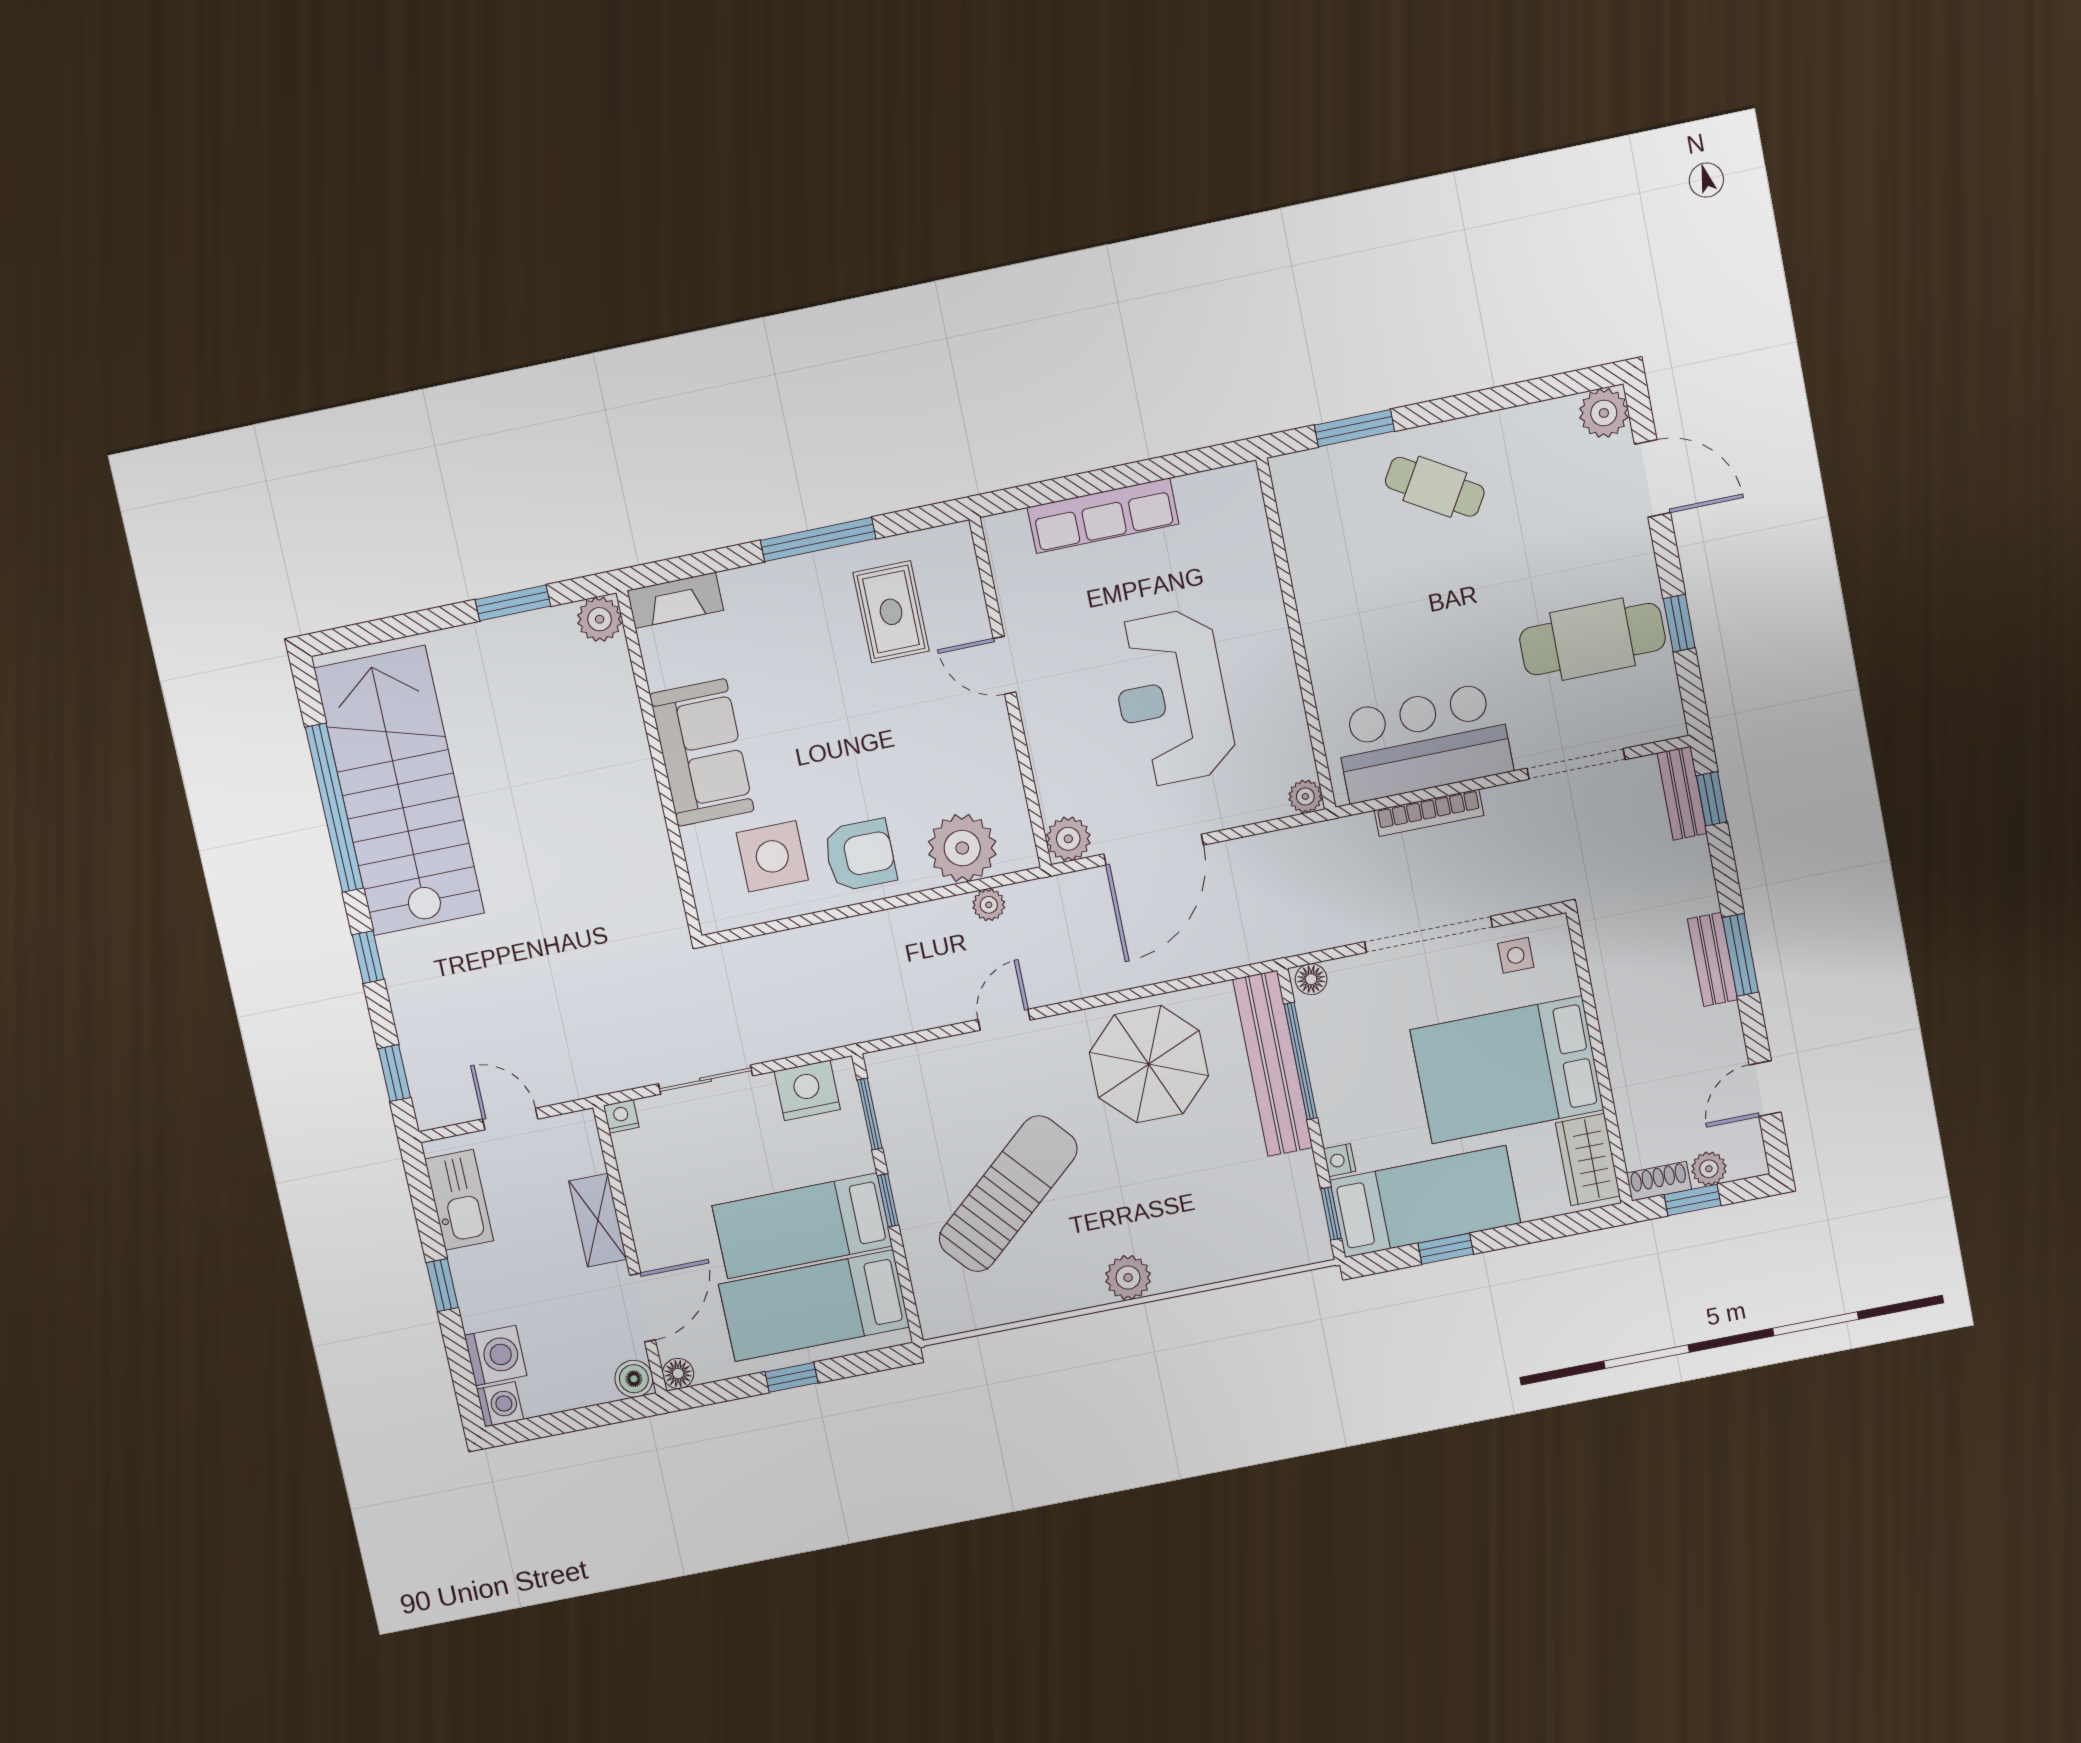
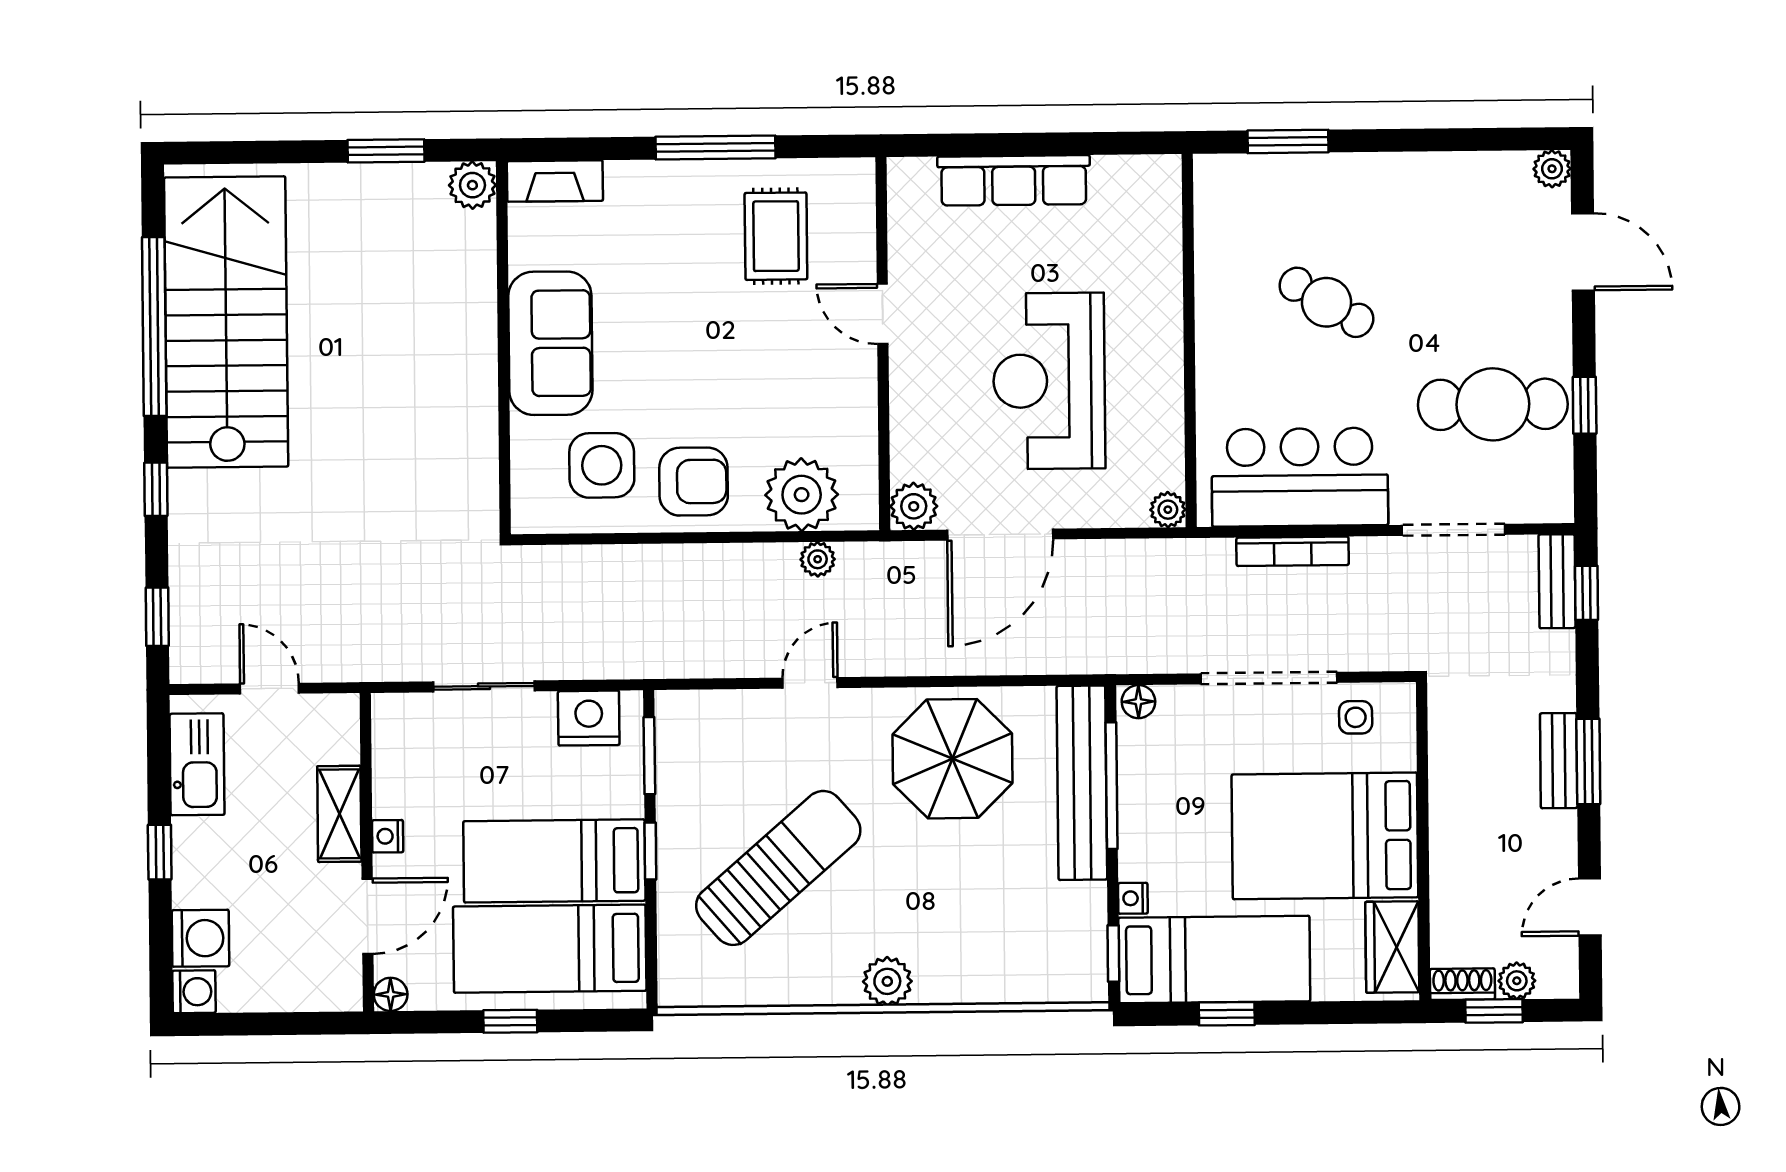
plant: (1604, 413) -> (1552, 169), width x0.73, depth x0.73
cafe table: (1435, 487) -> (1326, 302), moved
nightstand: (621, 1116) -> (388, 836), moved, turned -90
boiler: (634, 1379) -> (342, 991), removed

